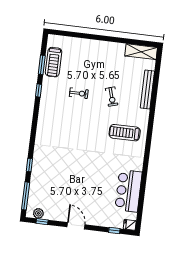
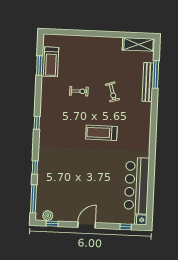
window: (156, 83) -> (156, 74), added
window: (39, 91) -> (37, 123), moved
treadmill: (125, 133) -> (101, 133), moved
bar counter: (128, 191) -> (137, 186), width x1.36
door: (76, 226) -> (87, 225), hinge flipped

